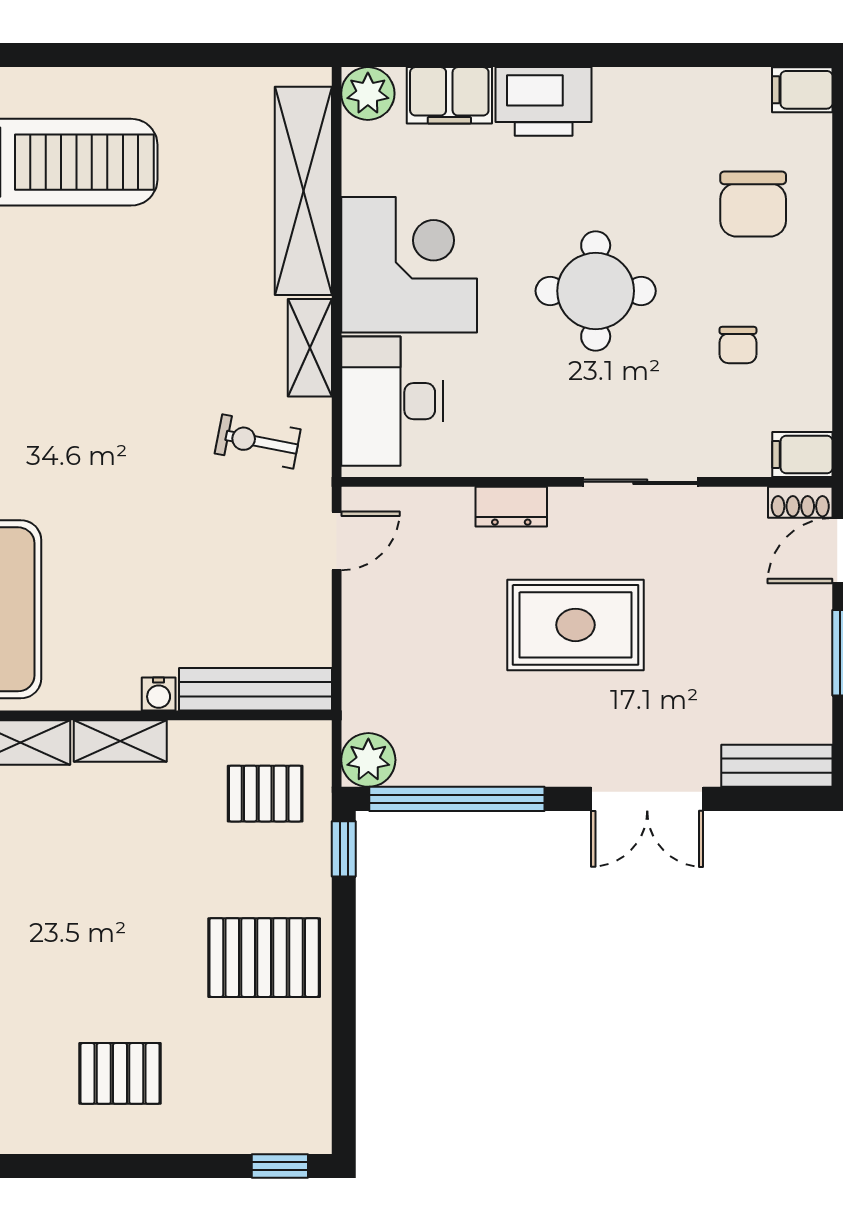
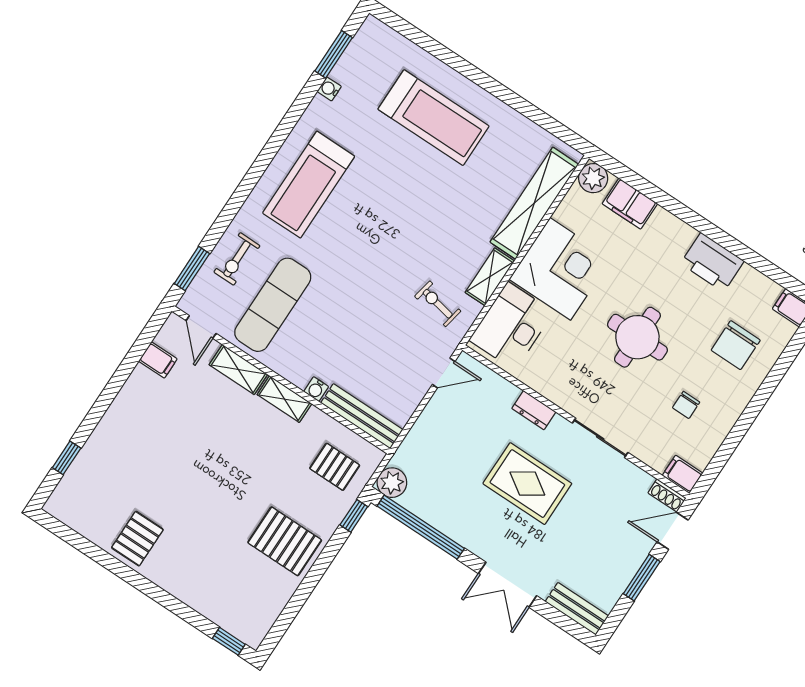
printer: (544, 101) -> (712, 262), moved
pallet: (120, 1073) -> (137, 539), moved, turned 90

